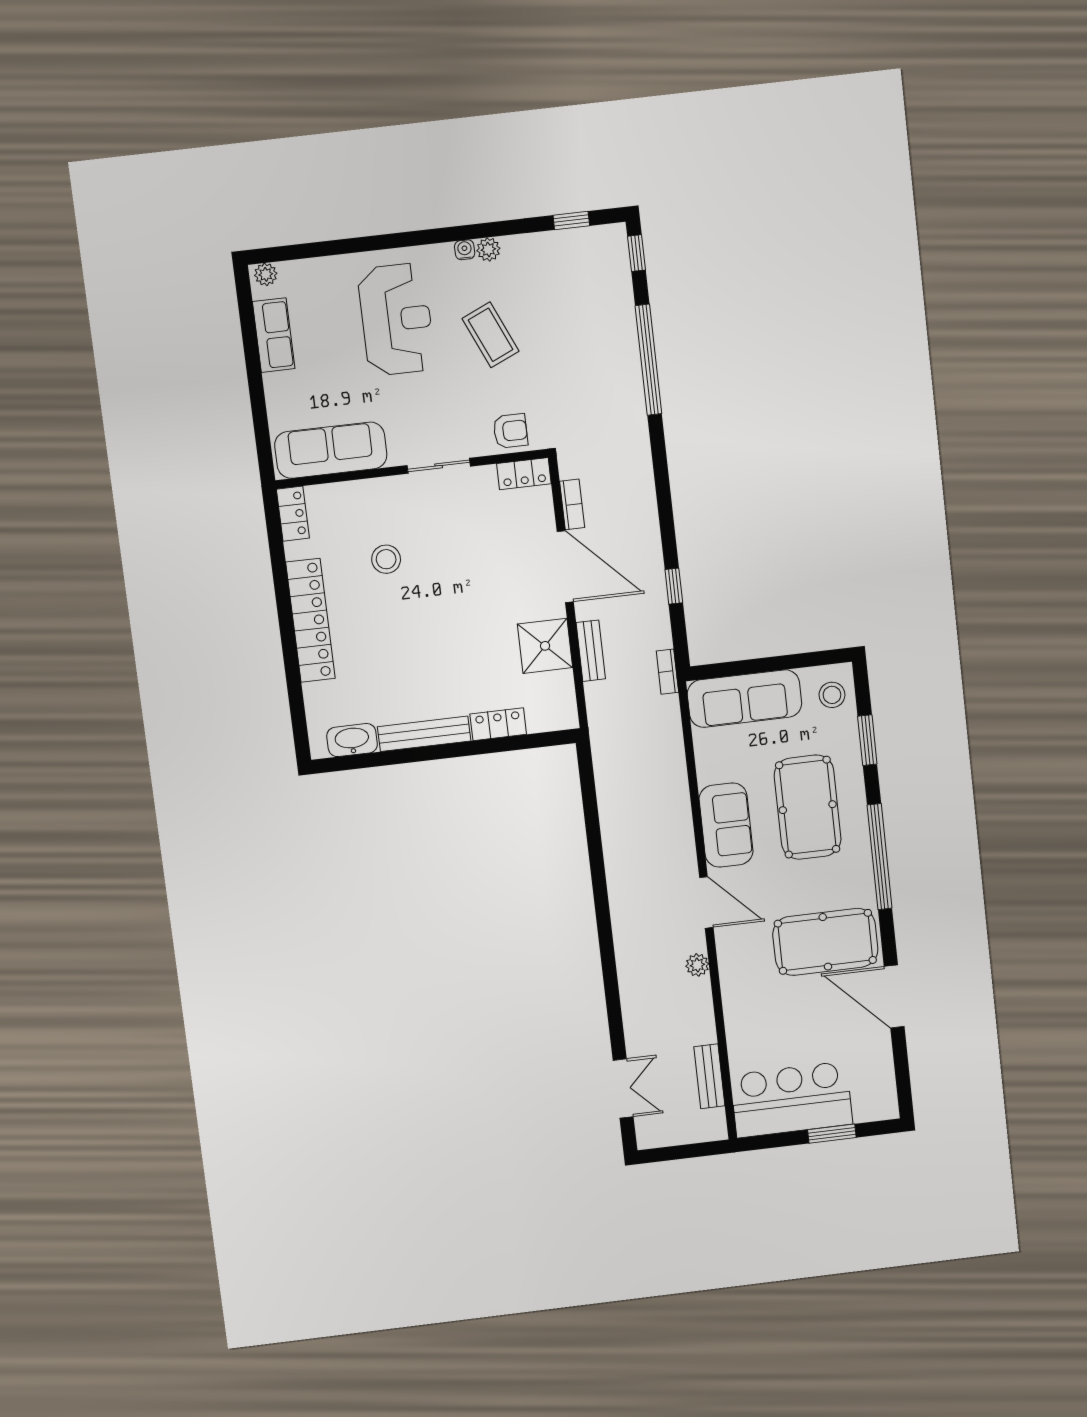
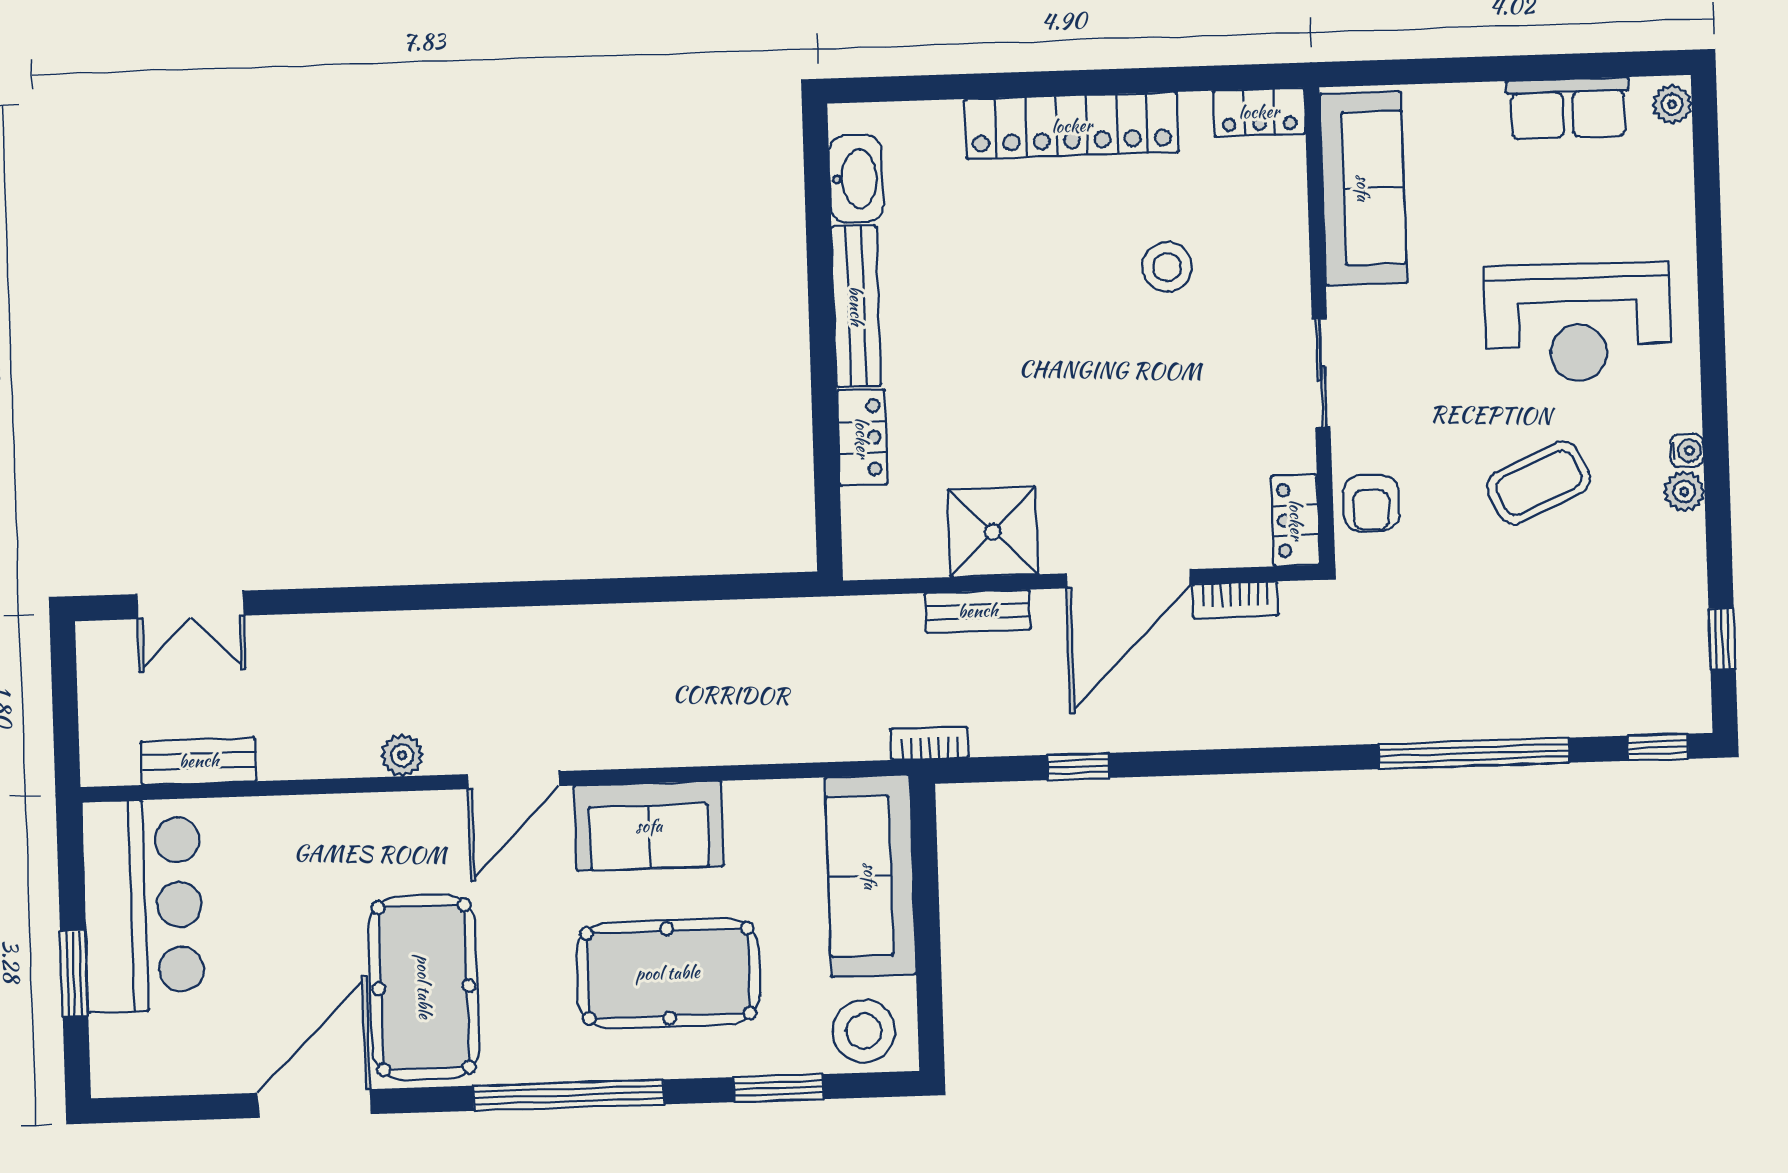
stool: (832, 695) -> (864, 1031), width x1.38, depth x1.38

